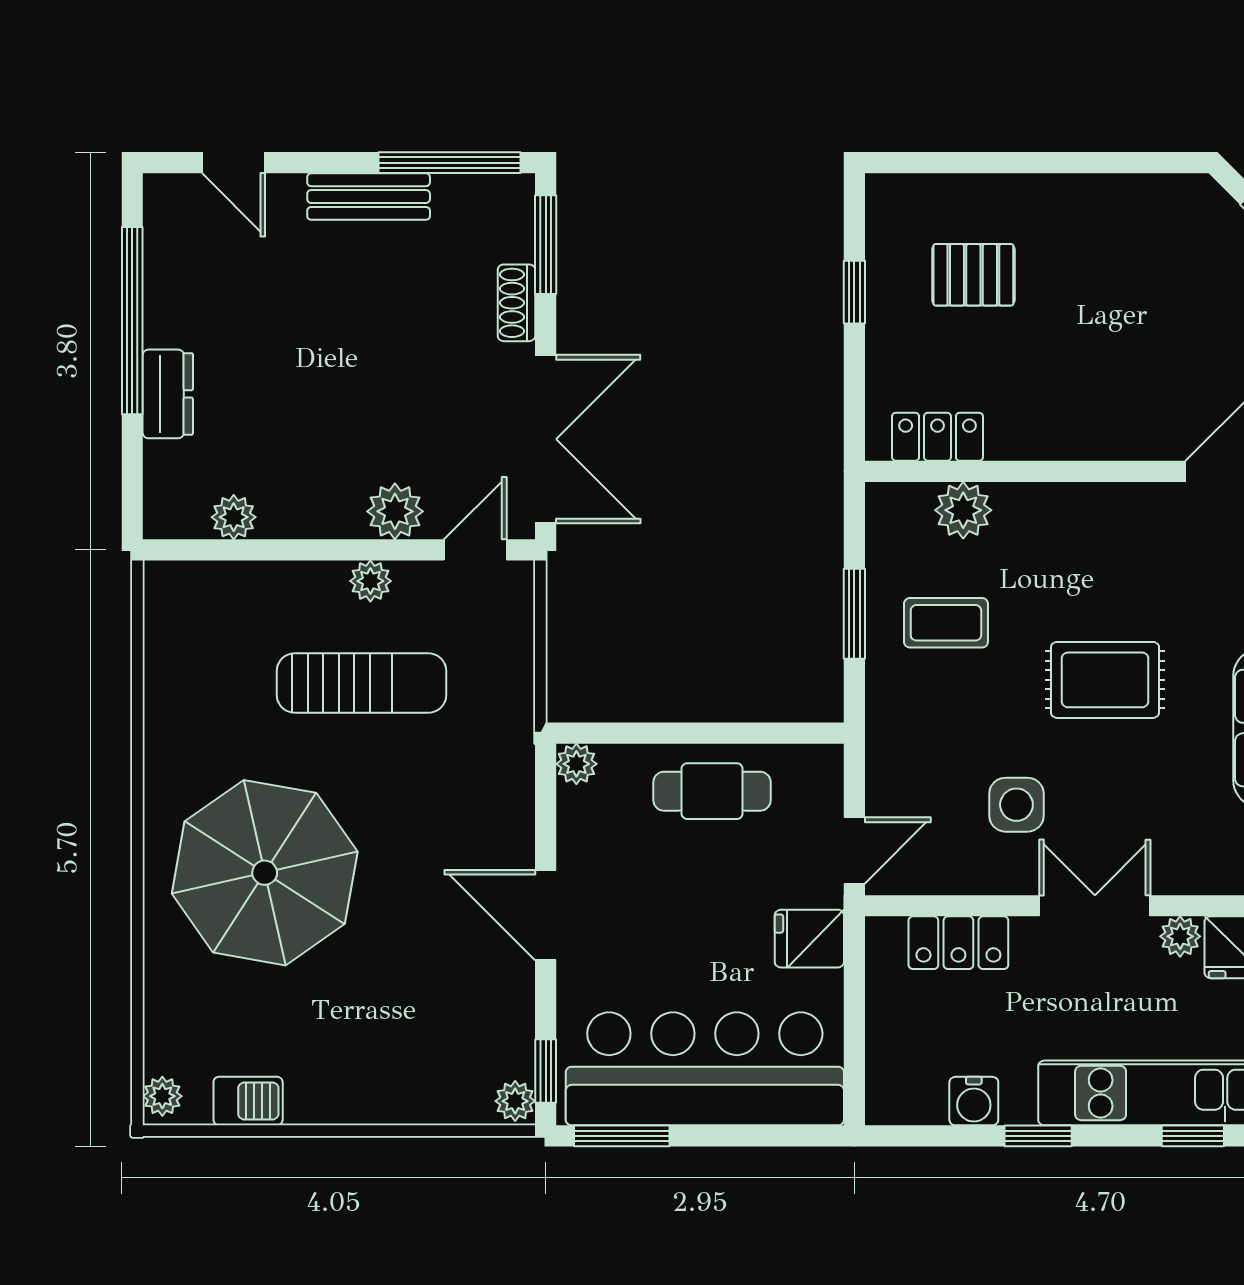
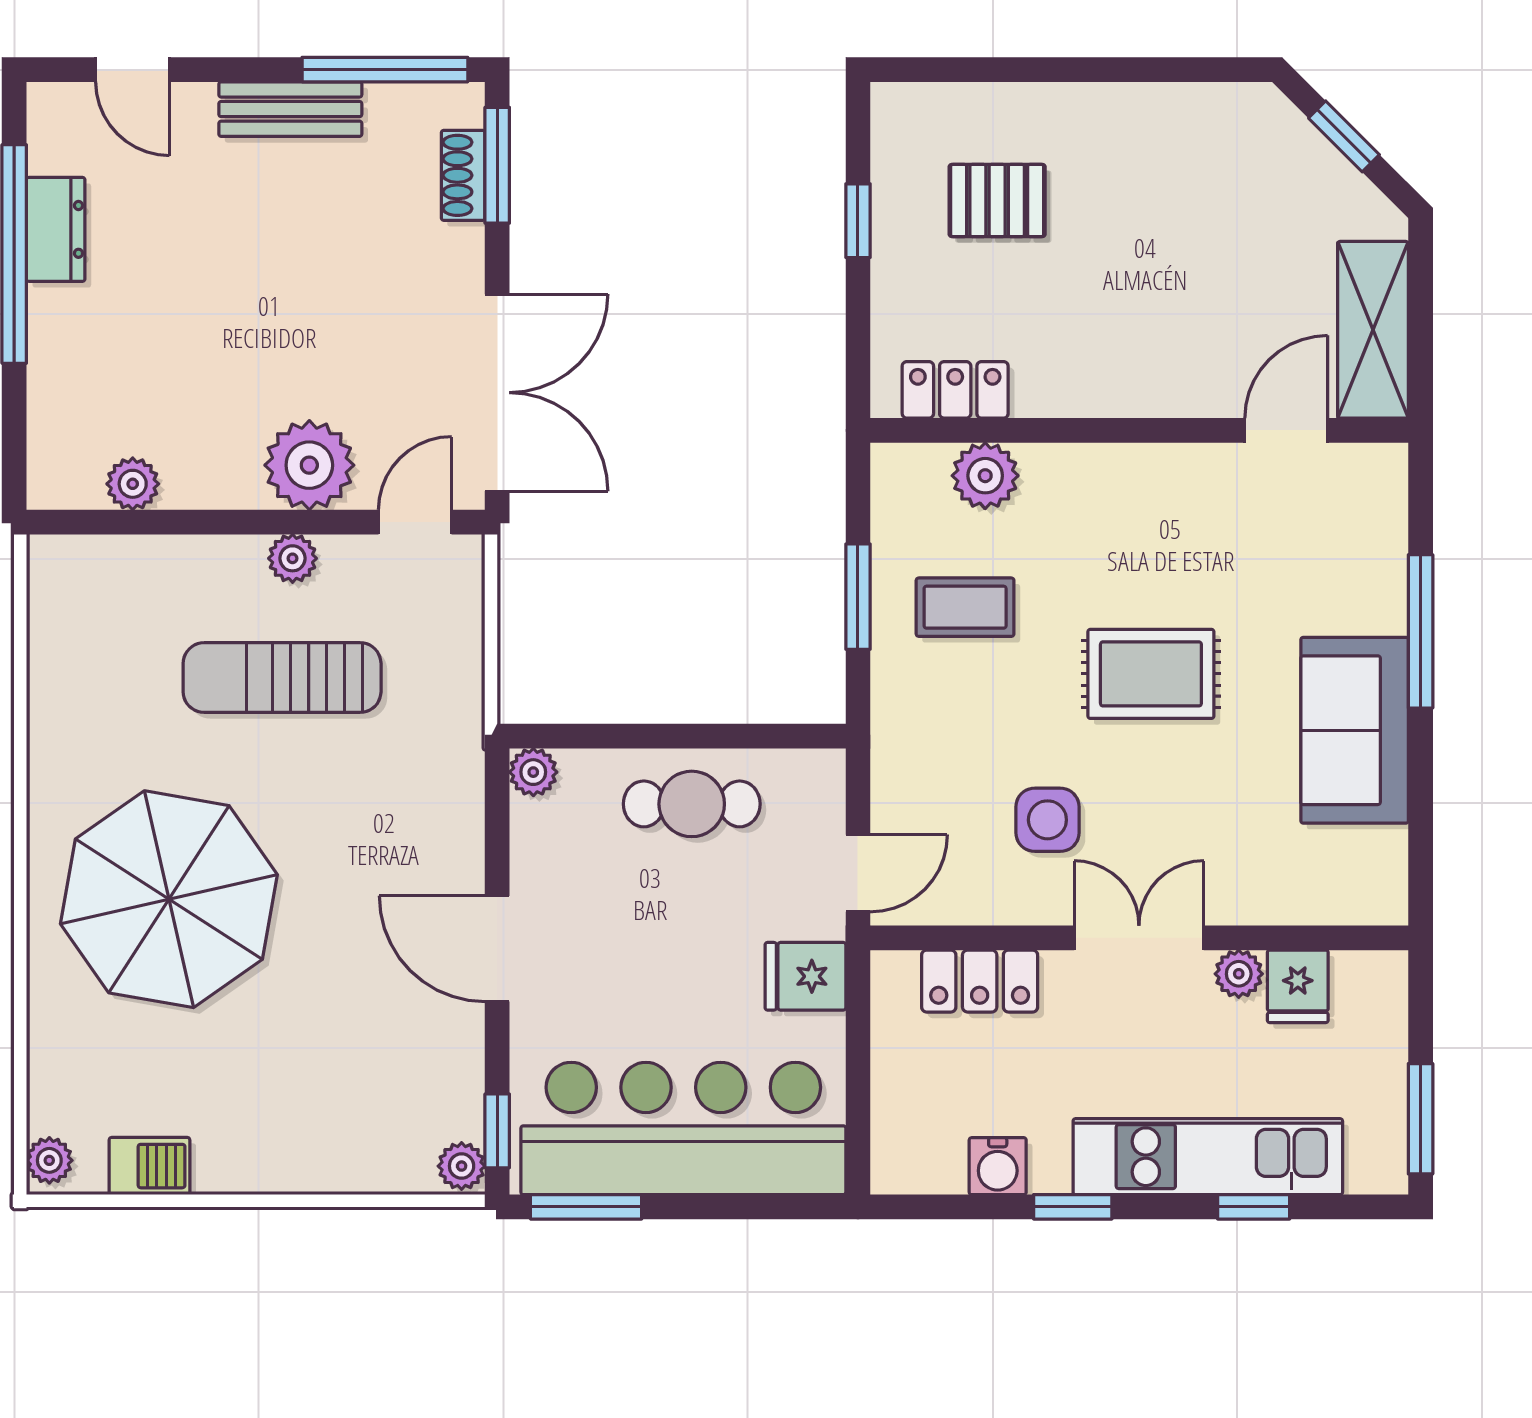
shoe rack: (516, 303) -> (463, 175), moved
dresser: (168, 394) -> (56, 229), moved
plant: (395, 511) -> (309, 465), width x1.36, depth x1.36
sun lounger: (361, 683) -> (282, 678), turned 180

